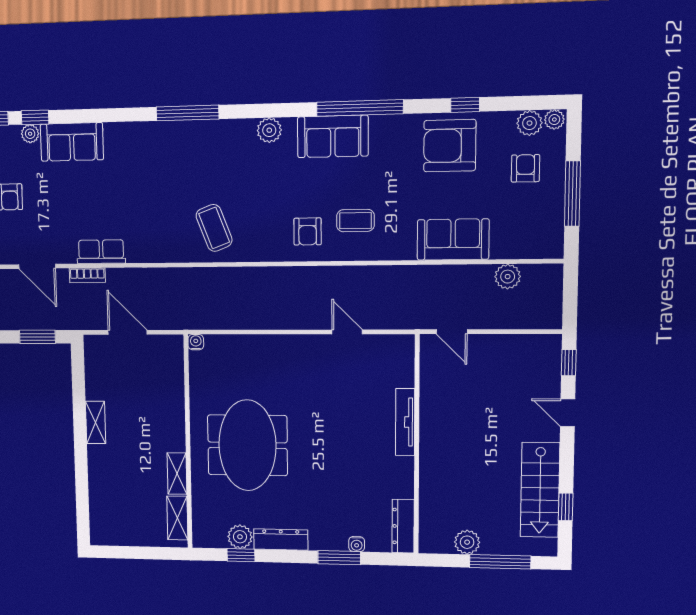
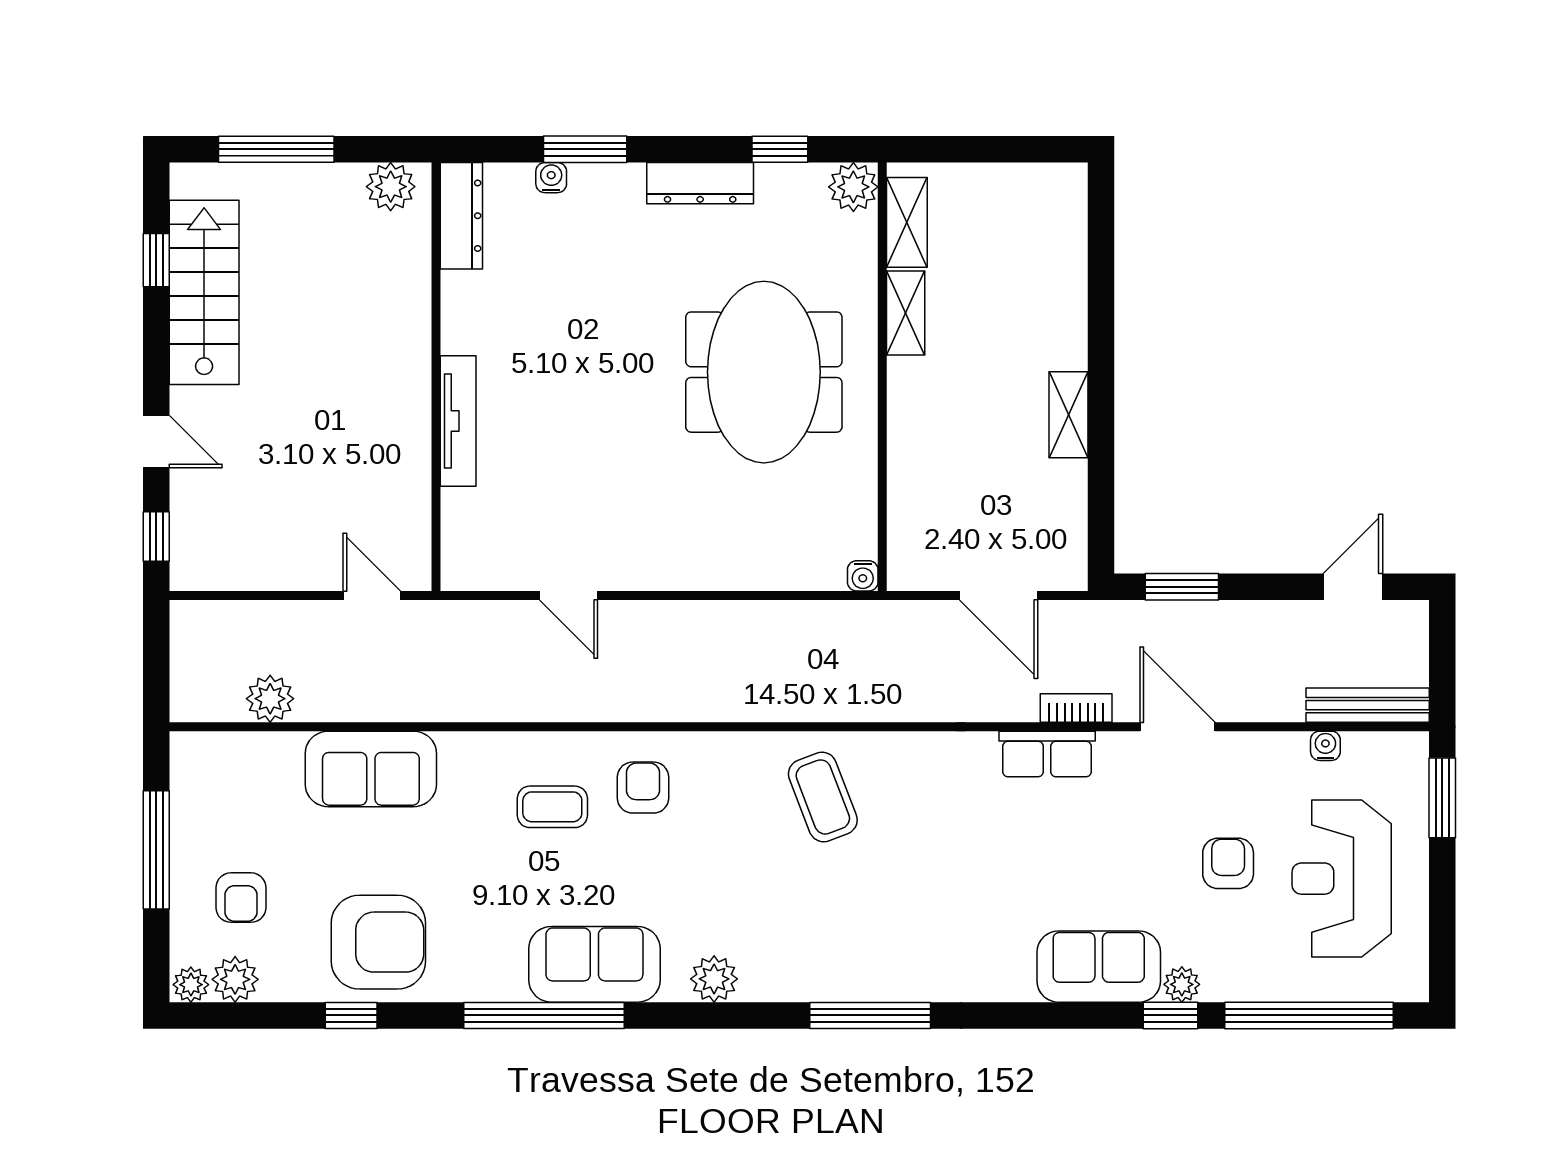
plant: (240, 537) -> (853, 187), moved
plant: (467, 542) -> (391, 187), moved

